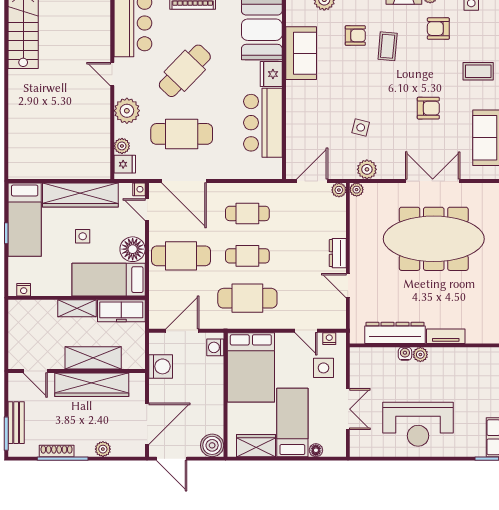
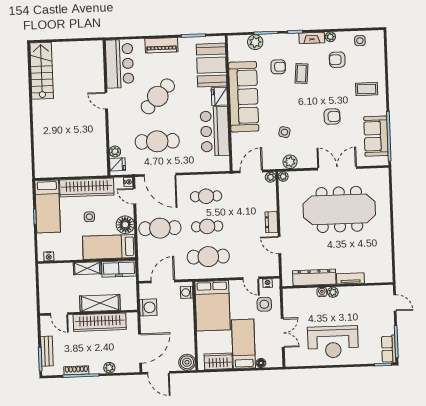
sofa: (301, 53) -> (244, 97), width x1.85, depth x1.27
plant: (127, 111) -> (118, 126), removed

